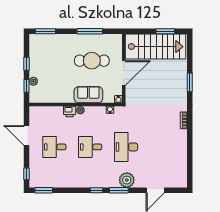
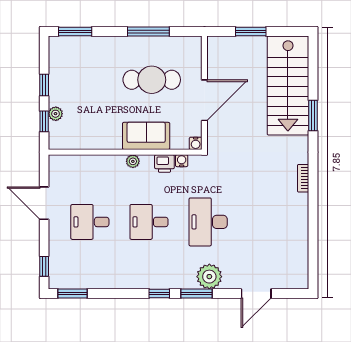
window: (165, 31) -> (251, 31), moved
stairs: (155, 47) -> (288, 85), moved, turned 90
printer: (70, 112) -> (164, 164), moved

